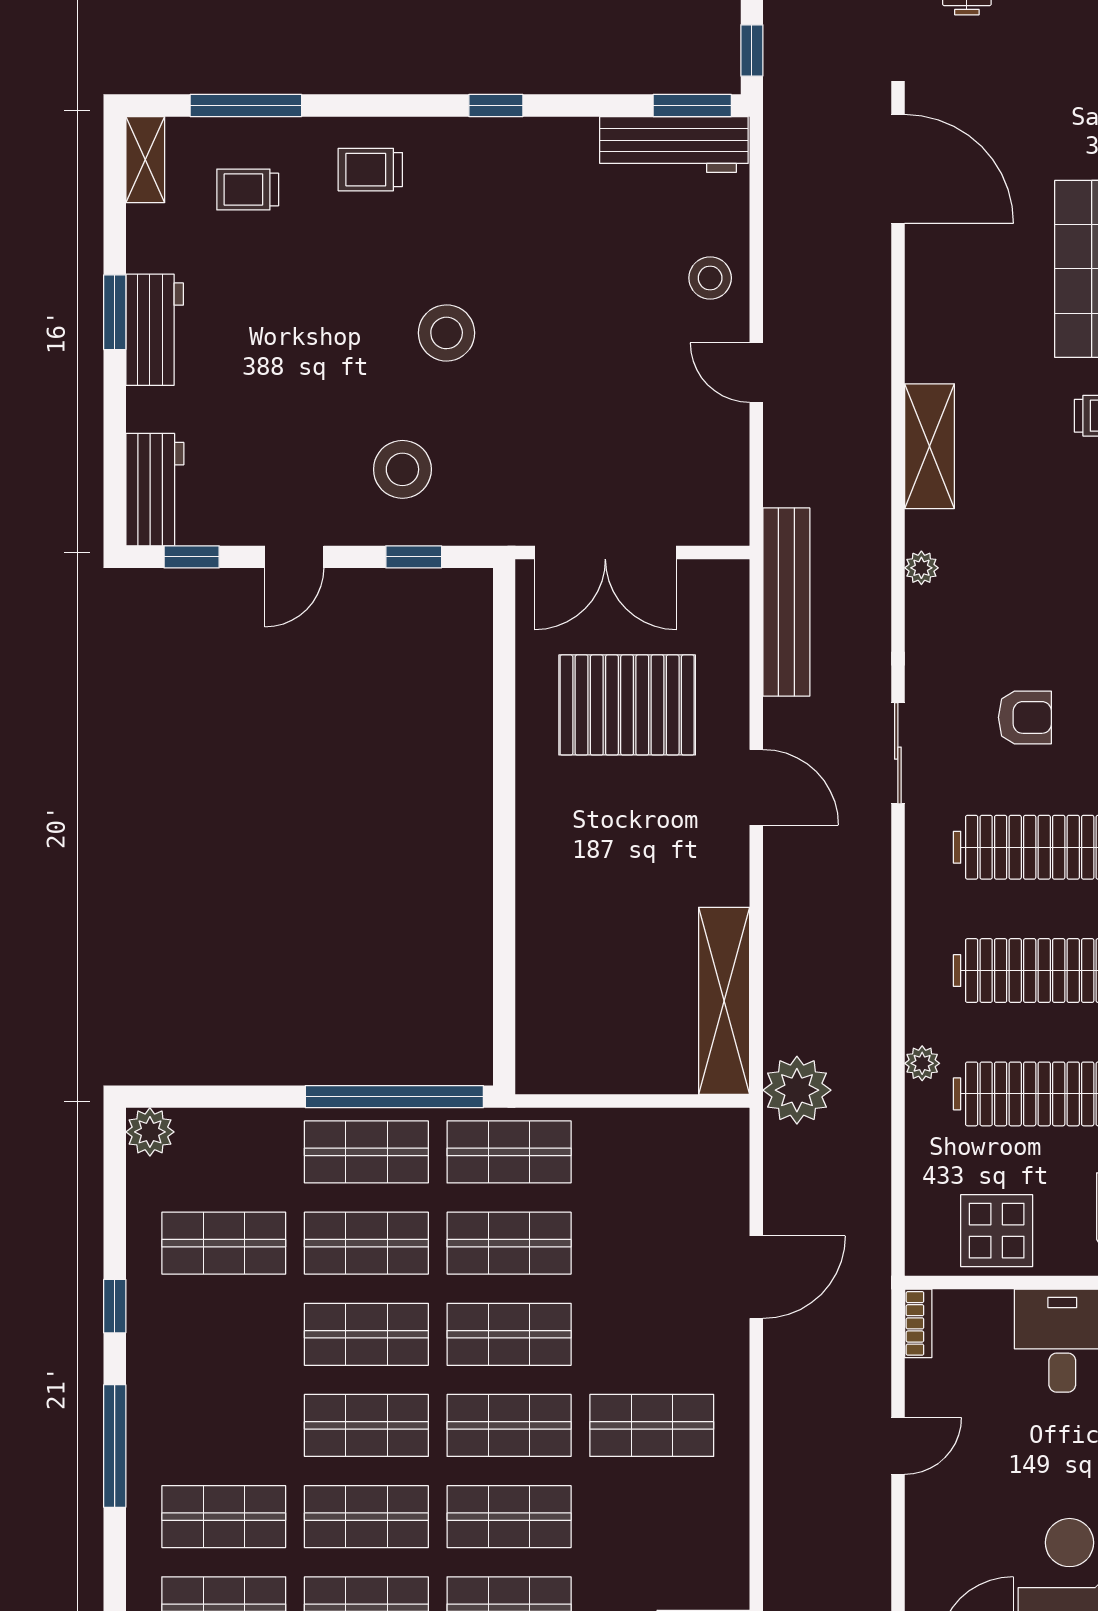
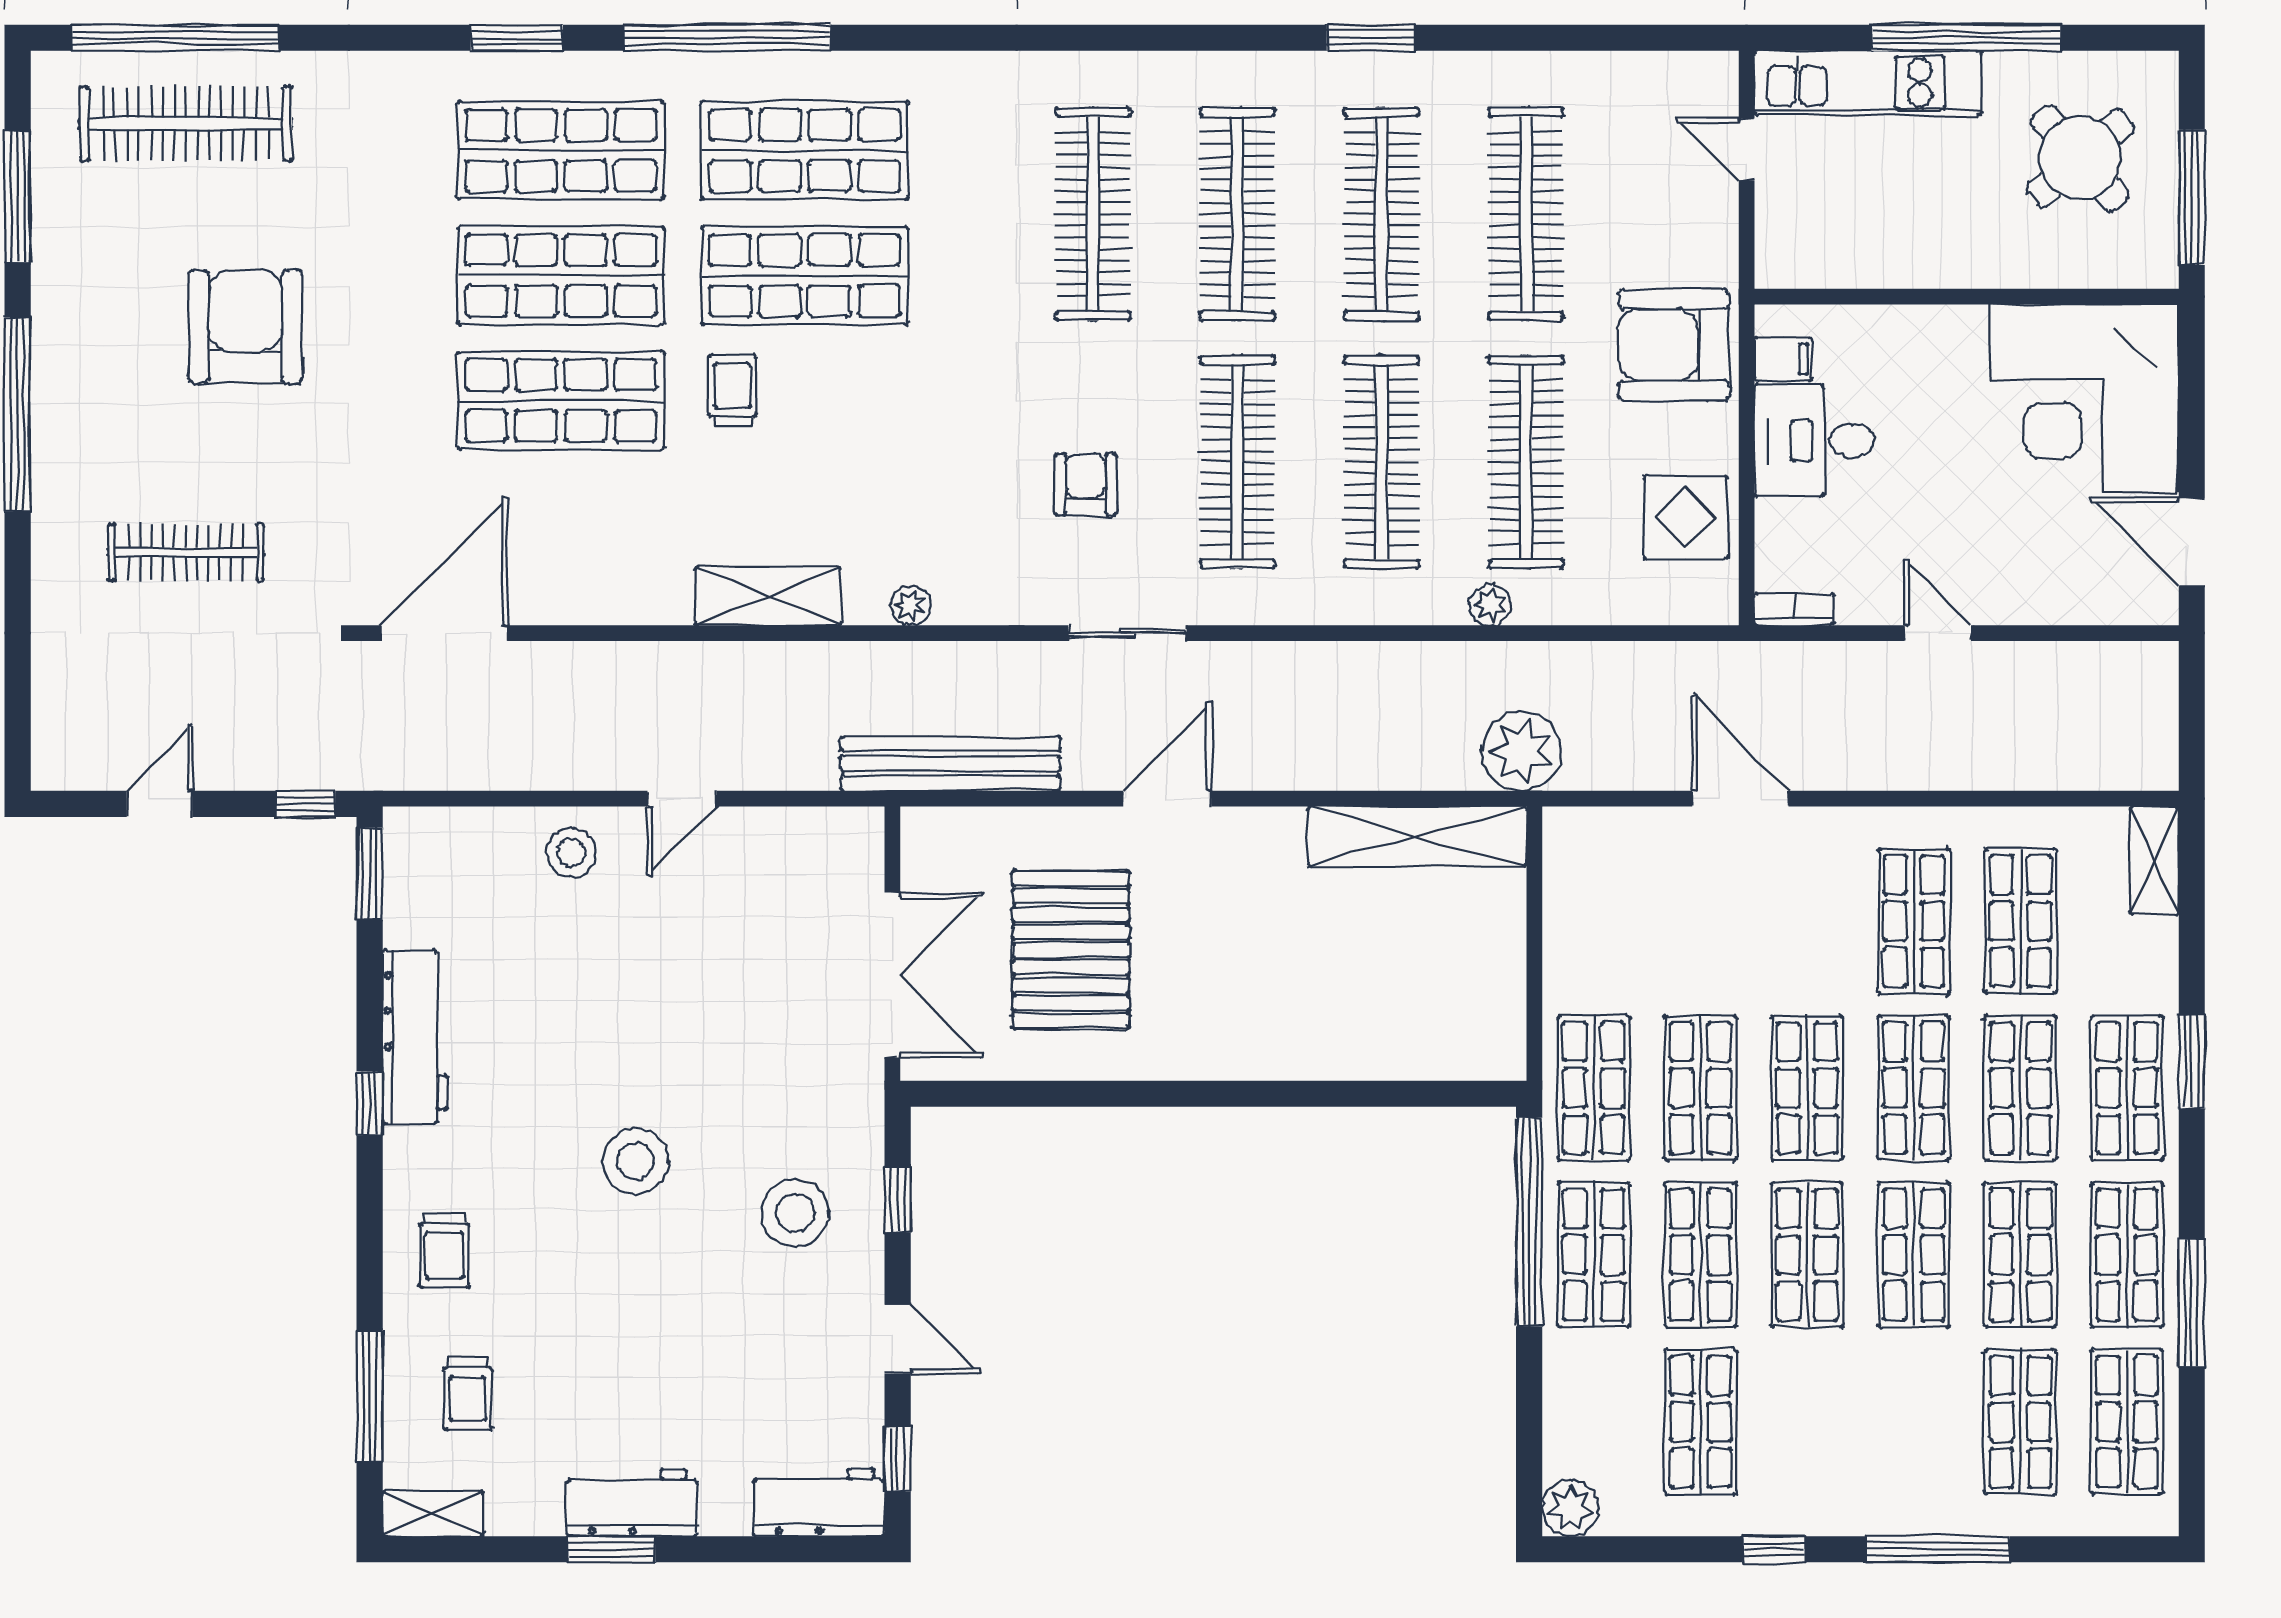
workbench: (674, 144) -> (415, 1037), moved
shop shelf: (652, 1517) -> (2020, 921), added

